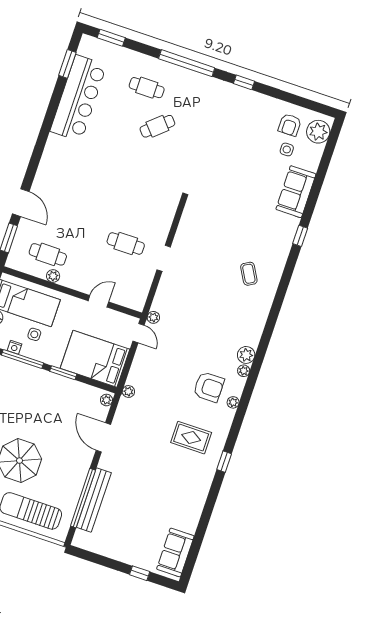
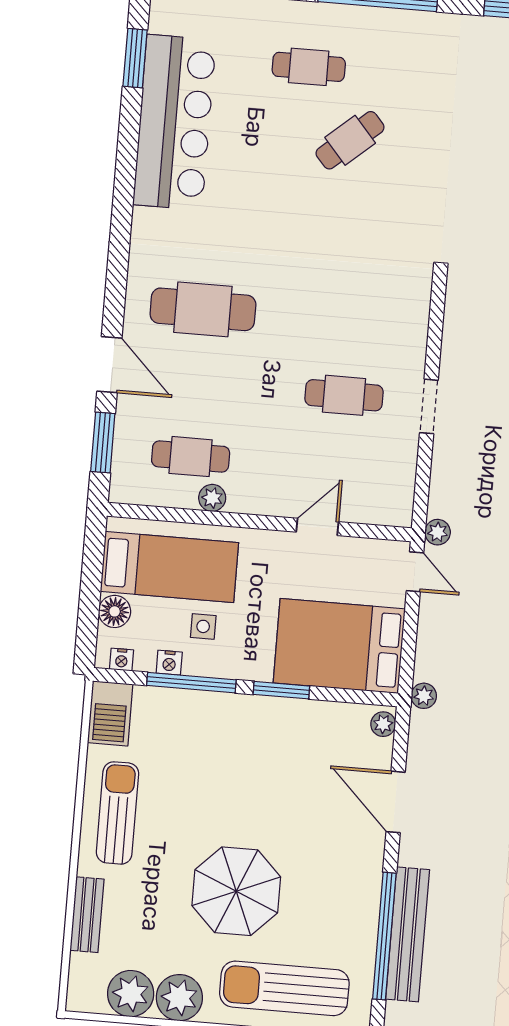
cafe table: (70, 188) -> (203, 309), added

